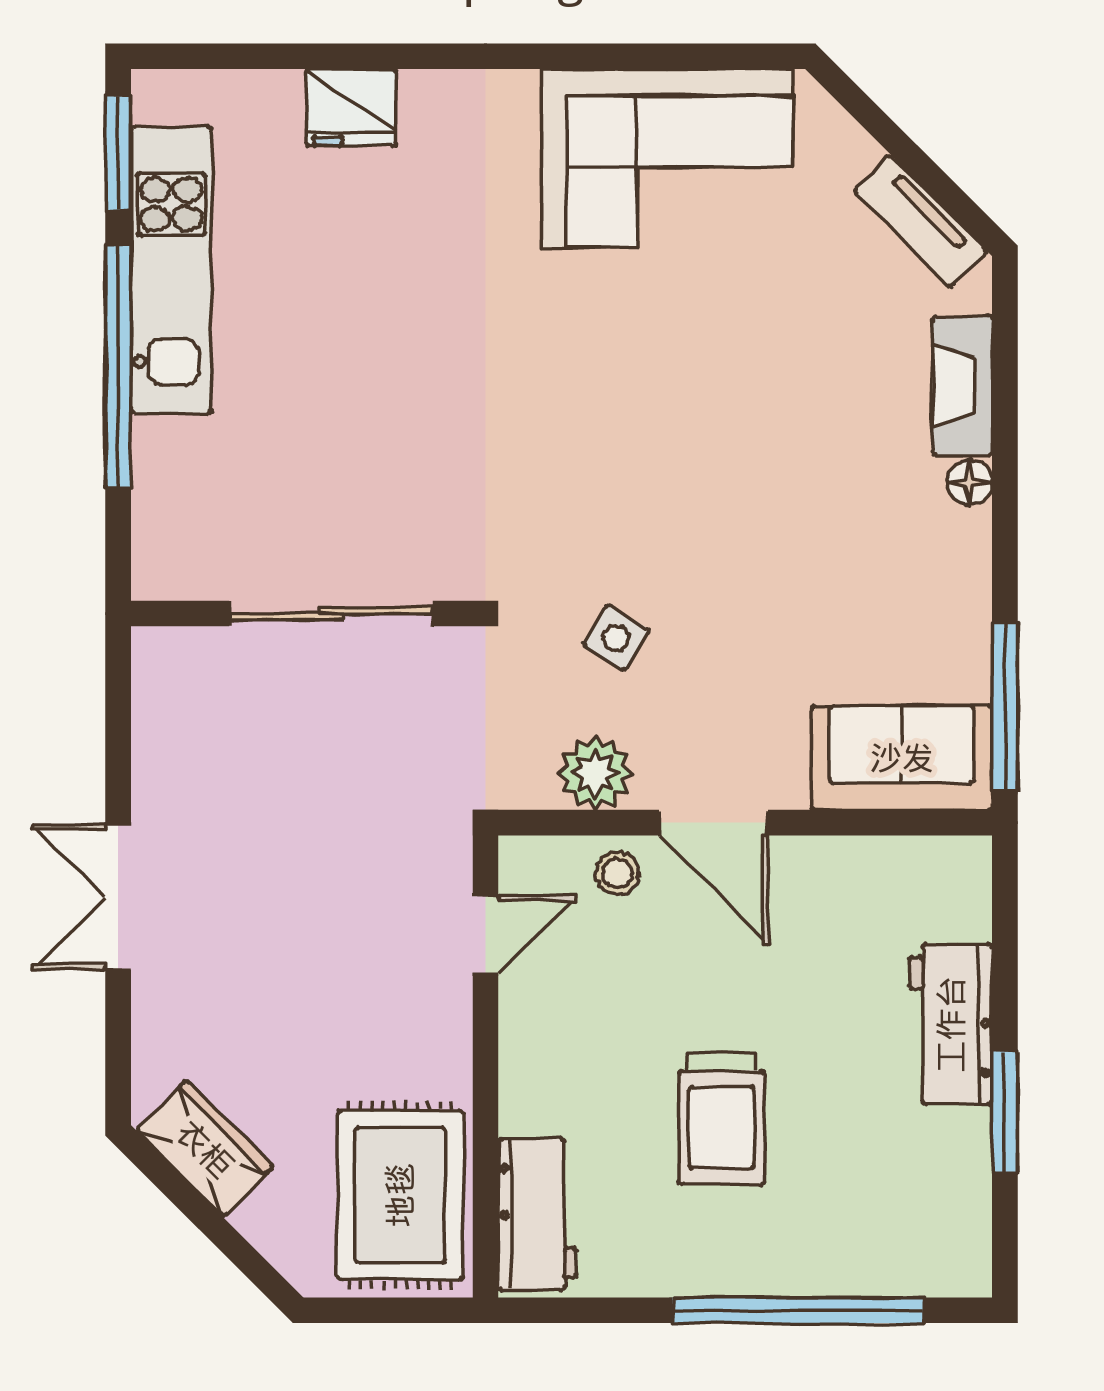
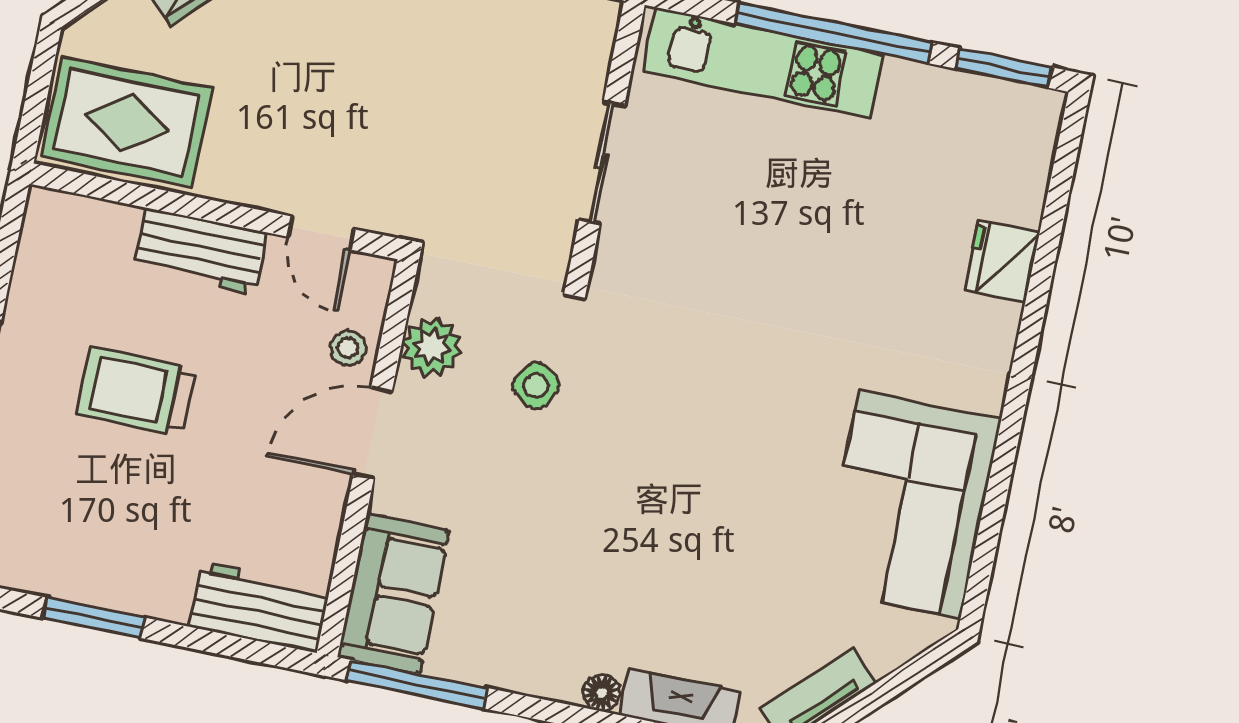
kitchen unit: (171, 270) -> (763, 63), moved
sliding door: (331, 614) -> (602, 162), width x0.73
workbench: (951, 1024) -> (260, 607), moved
workbench: (537, 1214) -> (200, 251), moved

